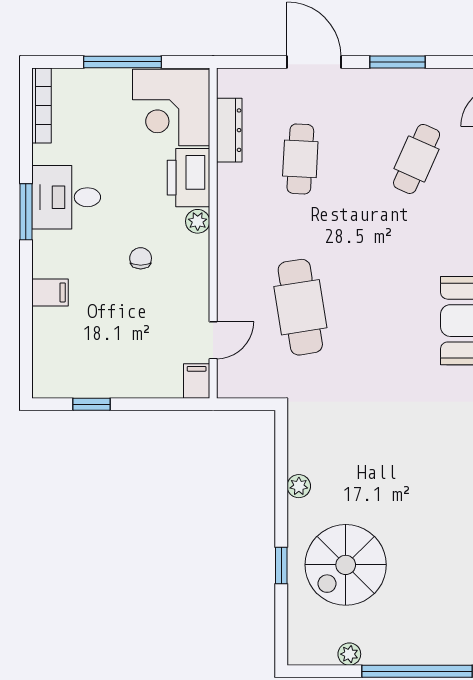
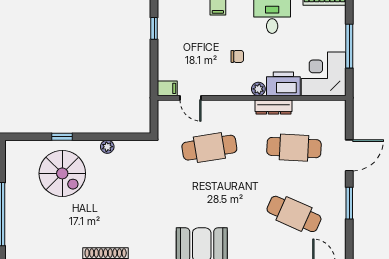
dresser: (229, 130) -> (274, 107), moved
cafe table: (300, 159) -> (294, 148), width x1.37, depth x1.35
cafe table: (417, 159) -> (294, 214), width x1.37, depth x1.35
spiral stairs: (346, 565) -> (62, 173), turned 180
plant: (349, 654) -> (11, 176), removed

